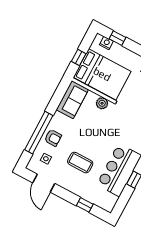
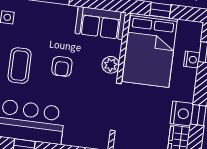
nightstand: (106, 43) -> (192, 60), moved
armchair: (53, 138) -> (62, 66), moved

